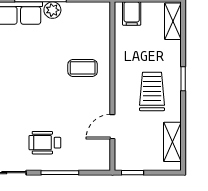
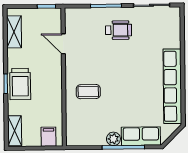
trolley: (152, 92) -> (20, 84), moved
door: (112, 127) -> (63, 44), swing flipped

